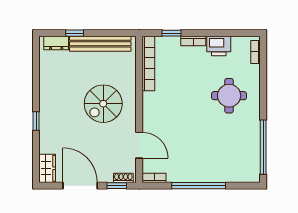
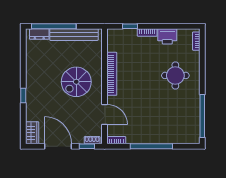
window: (75, 33) -> (54, 26), width x3.17
bookcase: (148, 63) -> (112, 74), moved

